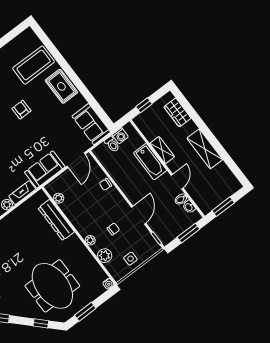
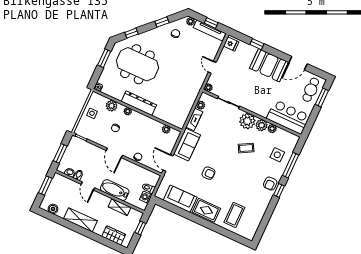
coffee table: (34, 65) -> (234, 215), width x0.73, depth x0.76
armchair: (21, 110) -> (209, 173), moved
sofa: (91, 124) -> (180, 199), moved
shelving: (162, 150) -> (120, 207), moved
boiler: (228, 177) -> (53, 209), added
door: (139, 215) -> (114, 153), moved
dresser: (56, 220) -> (139, 103), moved

